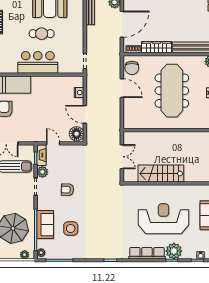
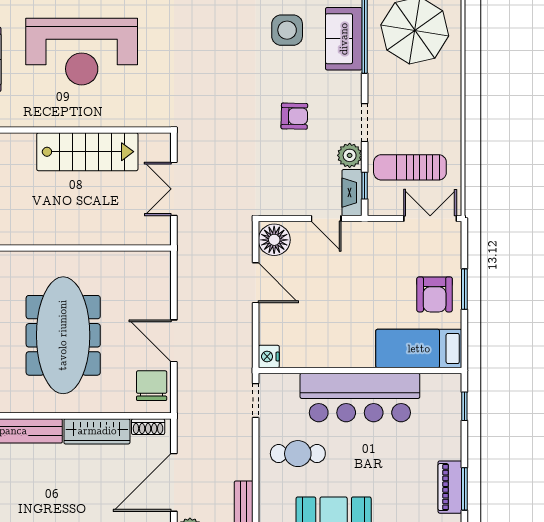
cafe table: (42, 34) -> (298, 454), moved
bar counter: (38, 62) -> (360, 398), width x1.36
nightstand: (79, 93) -> (269, 356), moved

